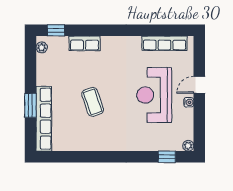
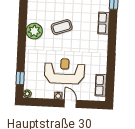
row of seats: (164, 43) -> (101, 85), width x0.68
plant: (100, 140) -> (34, 31), added

